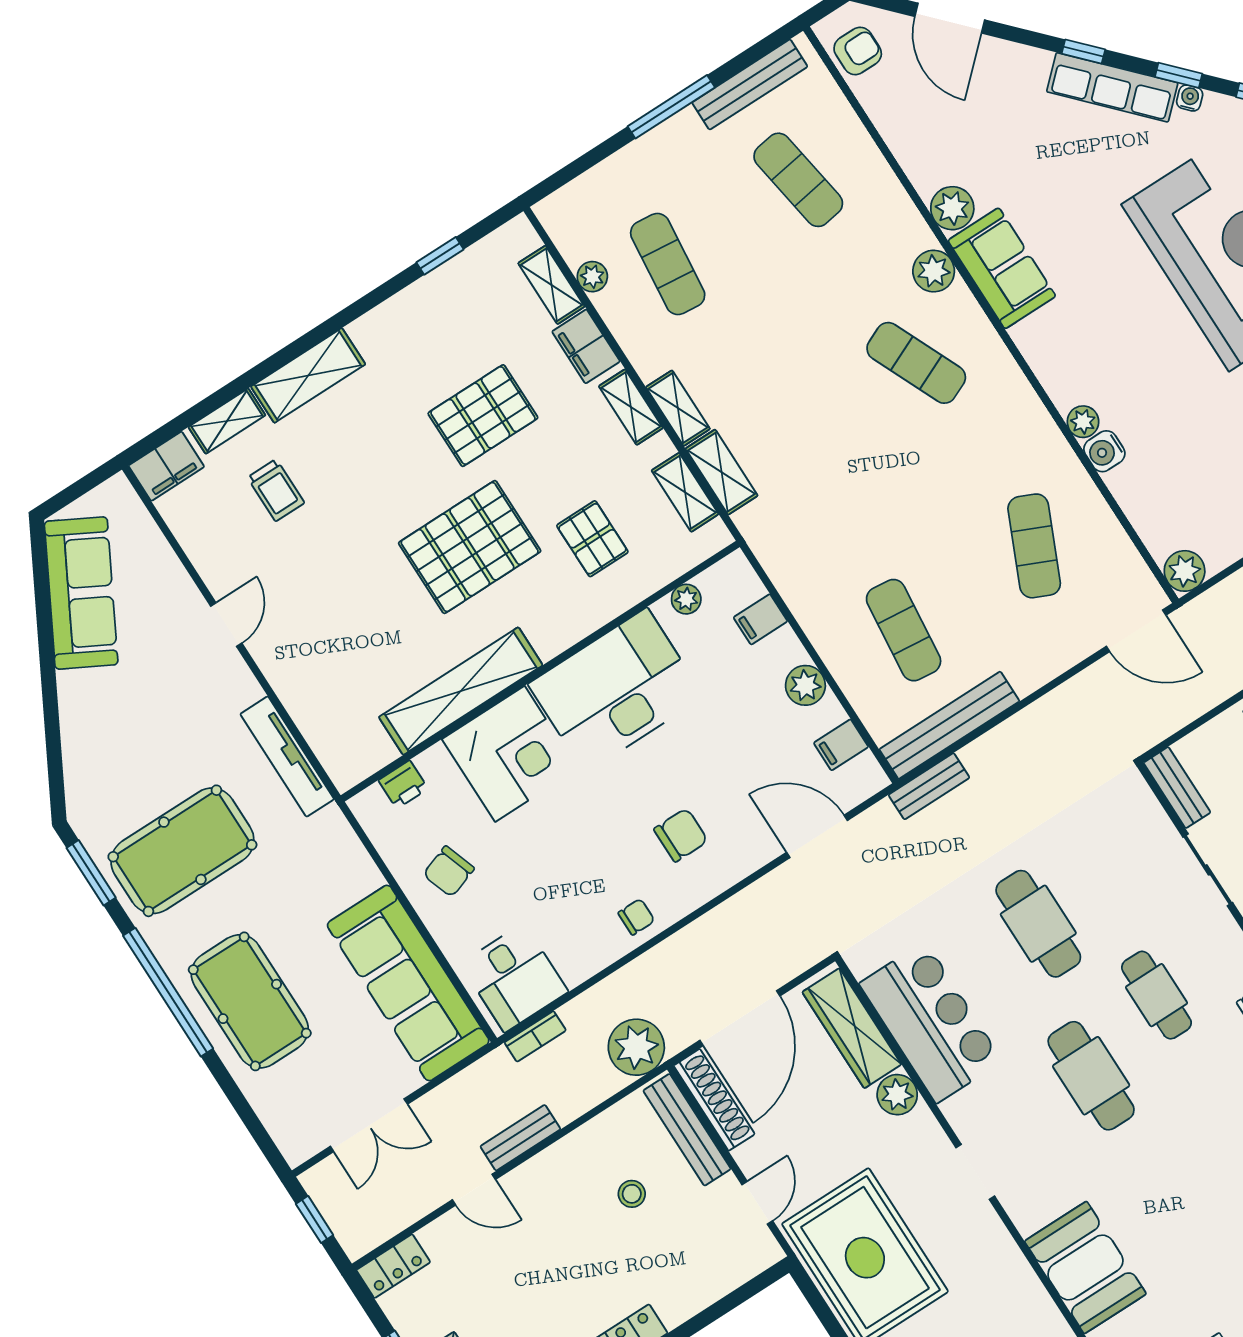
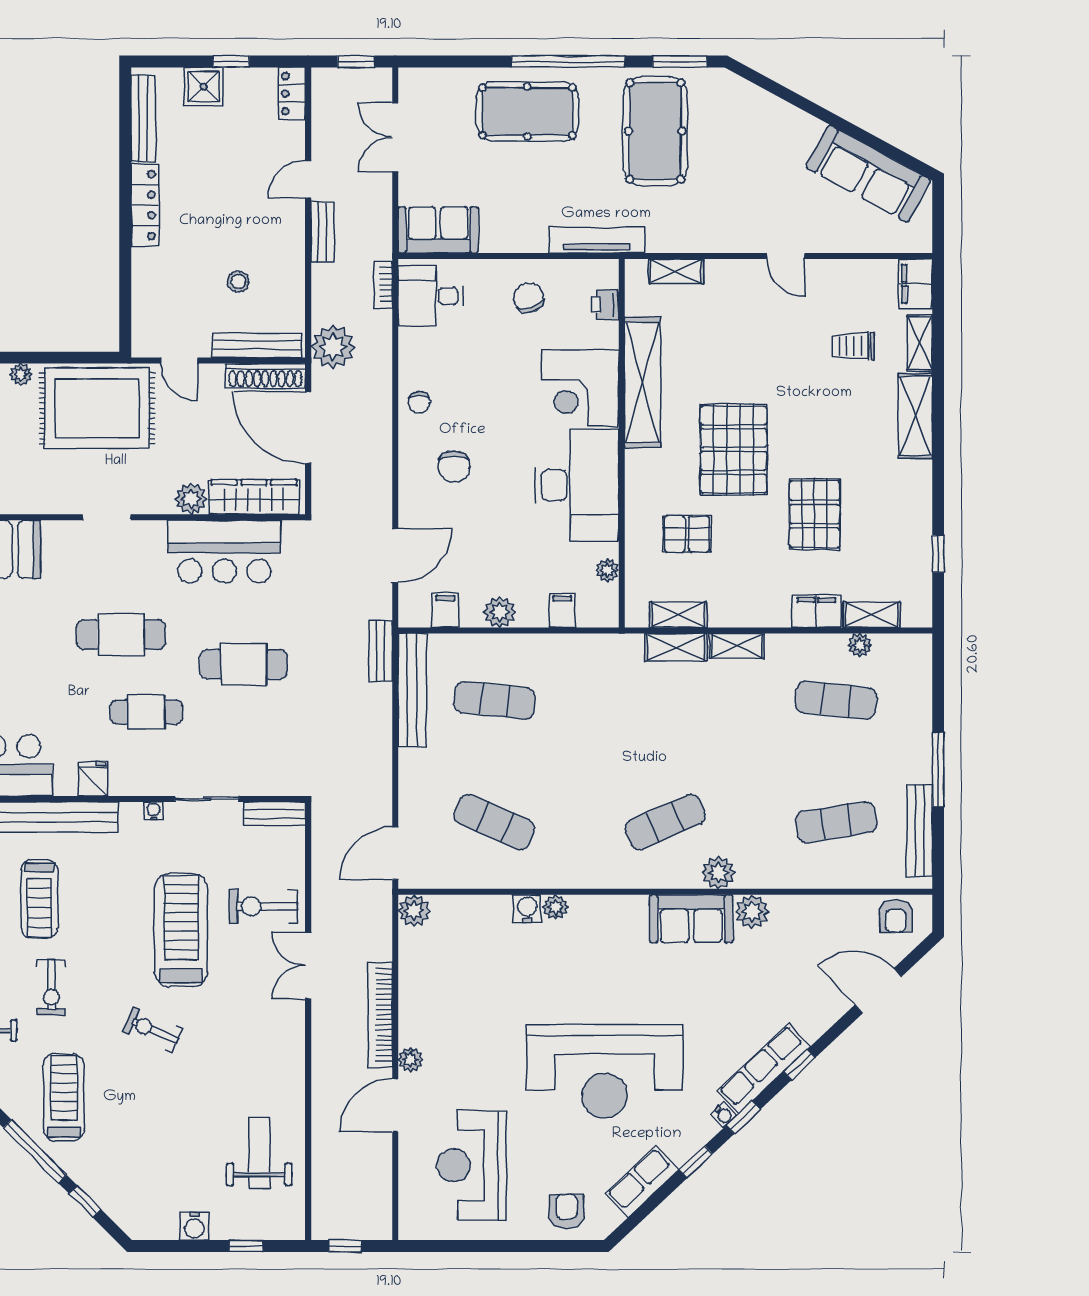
shelving: (631, 407) -> (676, 271), moved
tv unit: (287, 757) -> (597, 240), moved
sofa: (408, 983) -> (438, 230), width x0.54, depth x0.79

